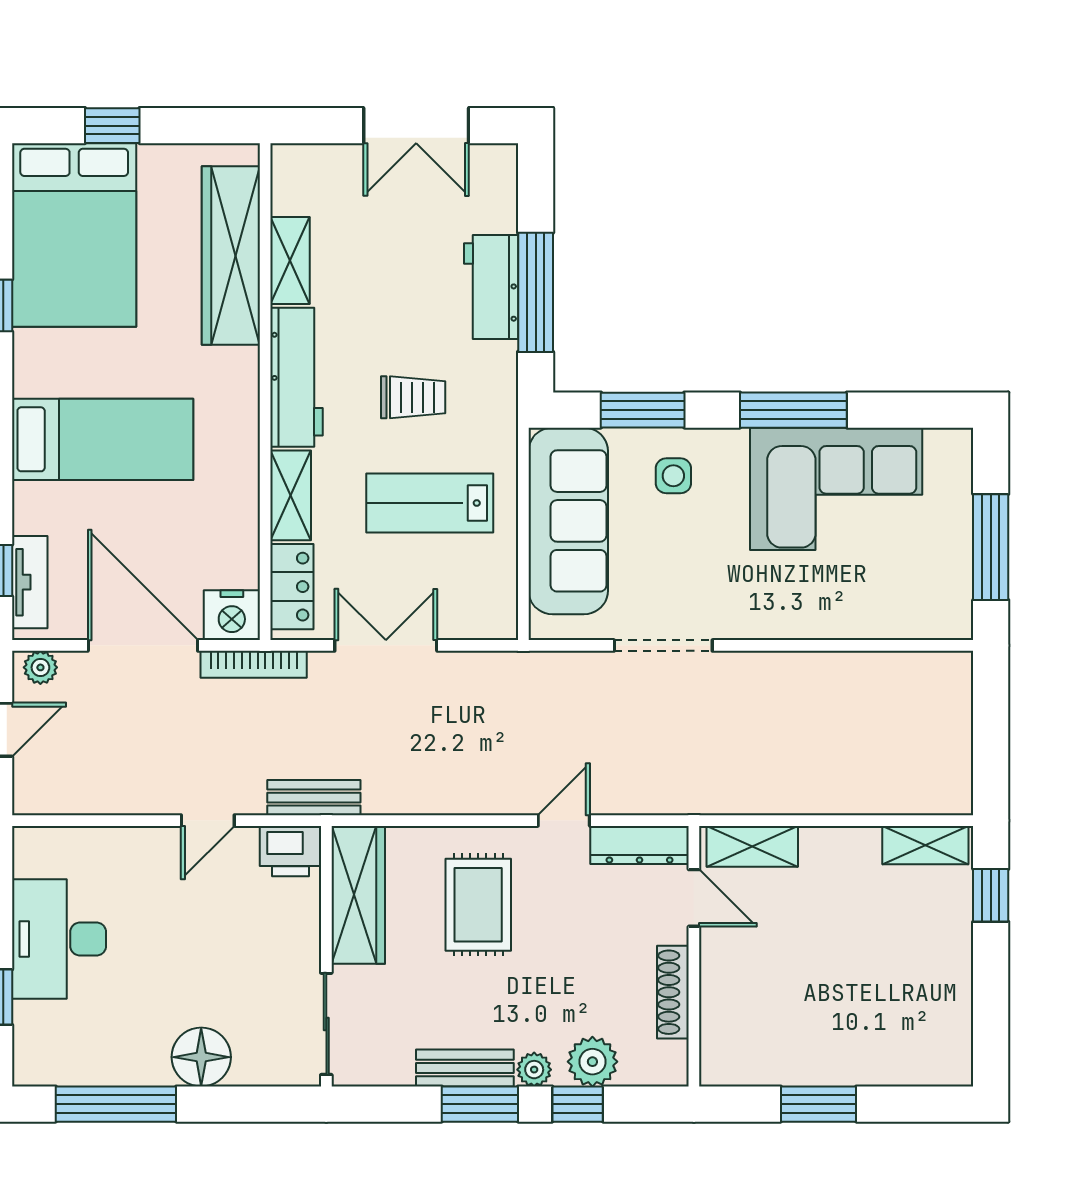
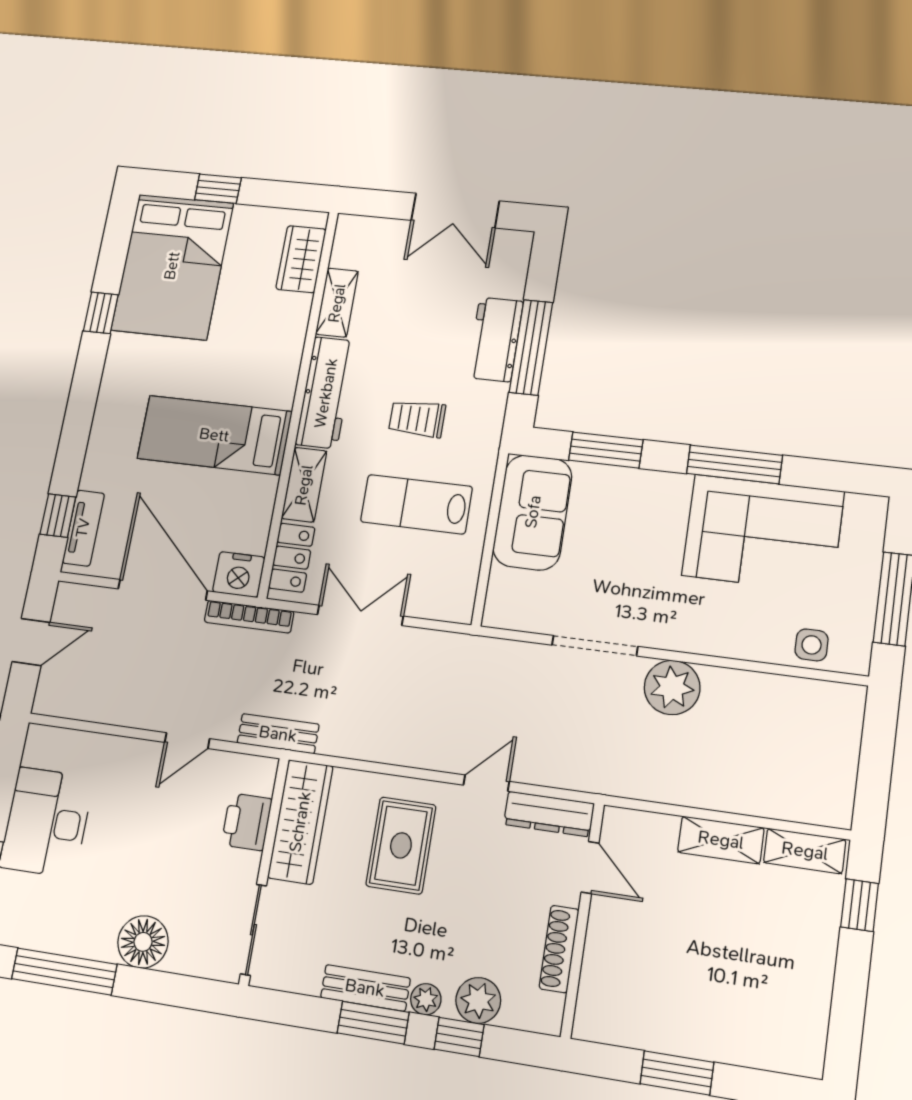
wardrobe: (231, 255) -> (301, 259), width x0.48, depth x0.85
trolley: (413, 397) -> (417, 419), turned 180
bed: (103, 439) -> (214, 435), moved, turned 180
side table: (673, 476) -> (812, 645), moved
sofa: (568, 521) -> (533, 512), width x0.73
plant: (40, 667) -> (672, 687), moved, width x1.87, depth x1.87
shelving: (752, 846) -> (721, 840), moved
printer: (291, 851) -> (247, 822), moved, turned 90

